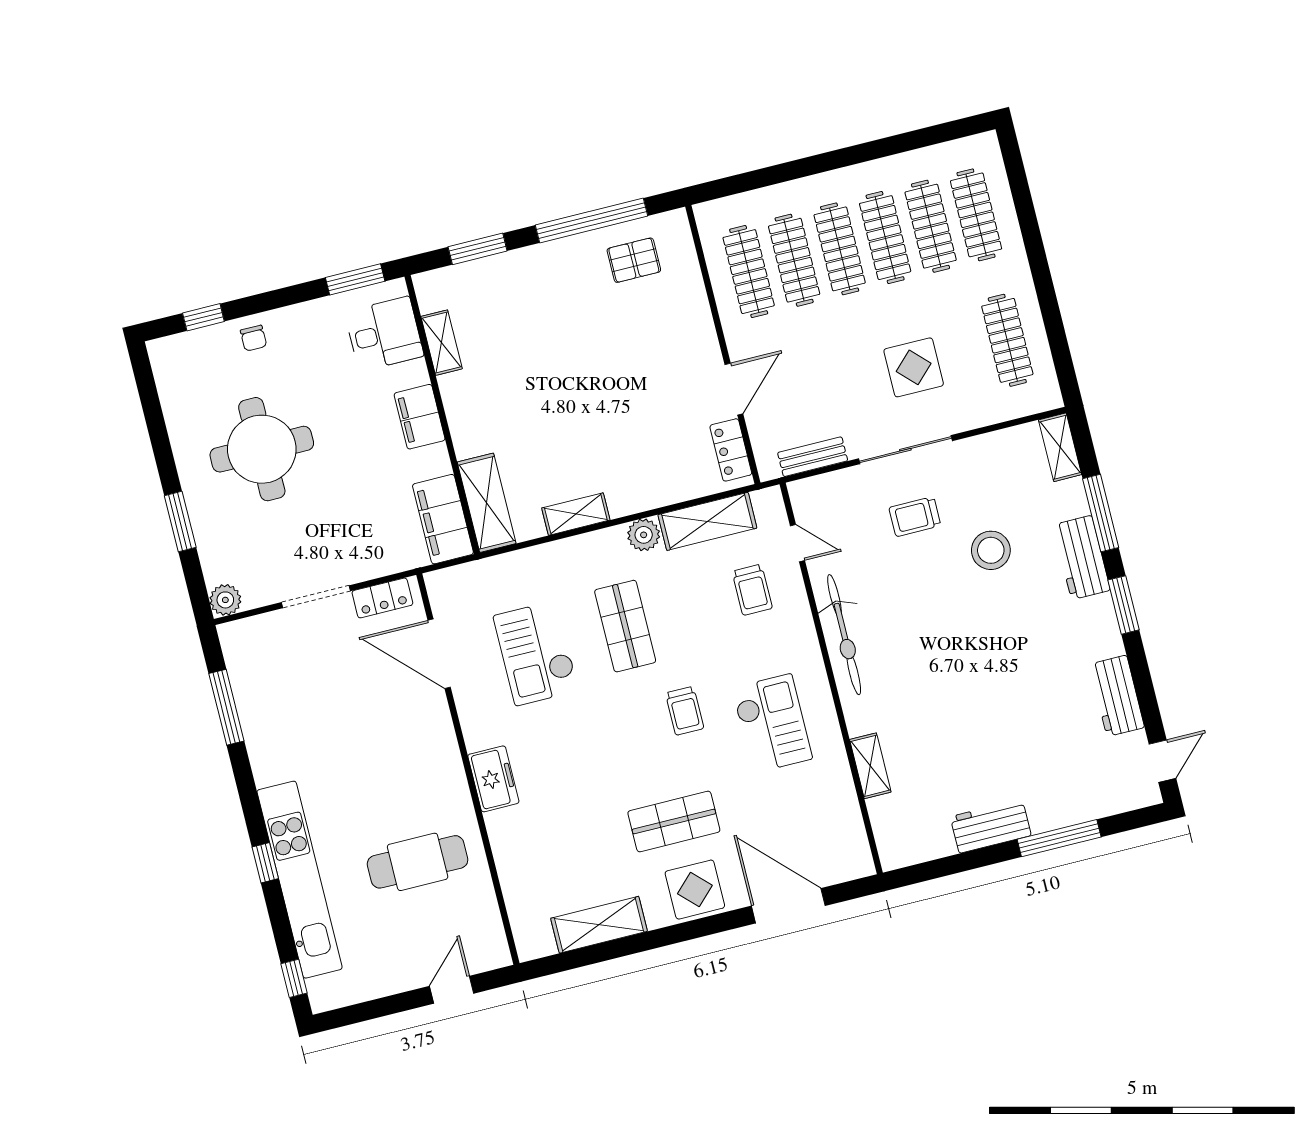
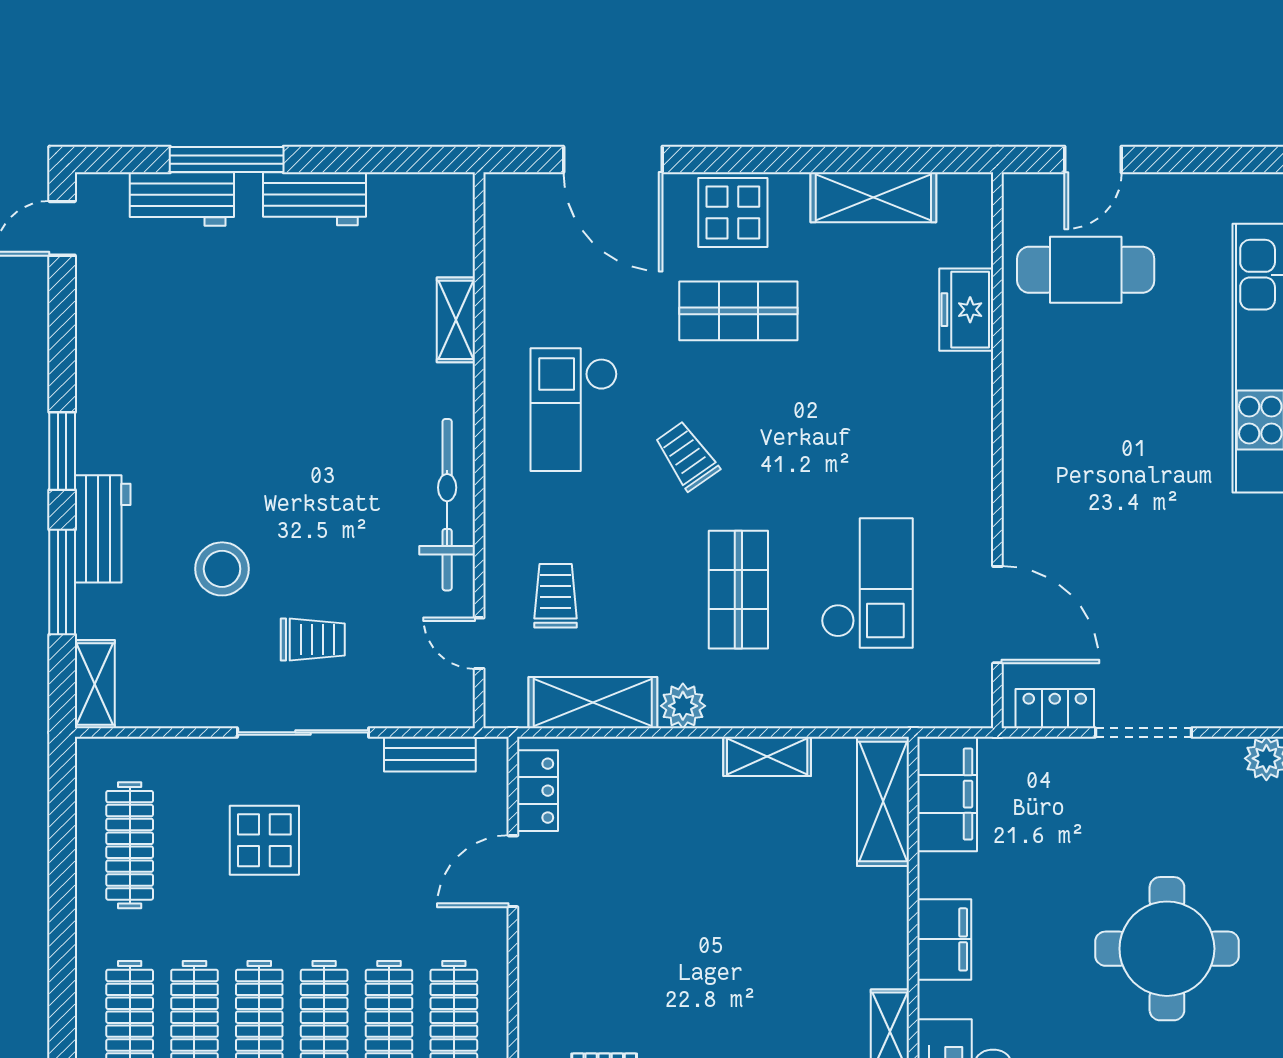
workbench: (1117, 696) -> (182, 199), moved, turned 90
trolley: (685, 711) -> (687, 456), turned -35
freezer: (493, 779) -> (966, 310), moved
cafe table: (418, 862) -> (1086, 270), moved

